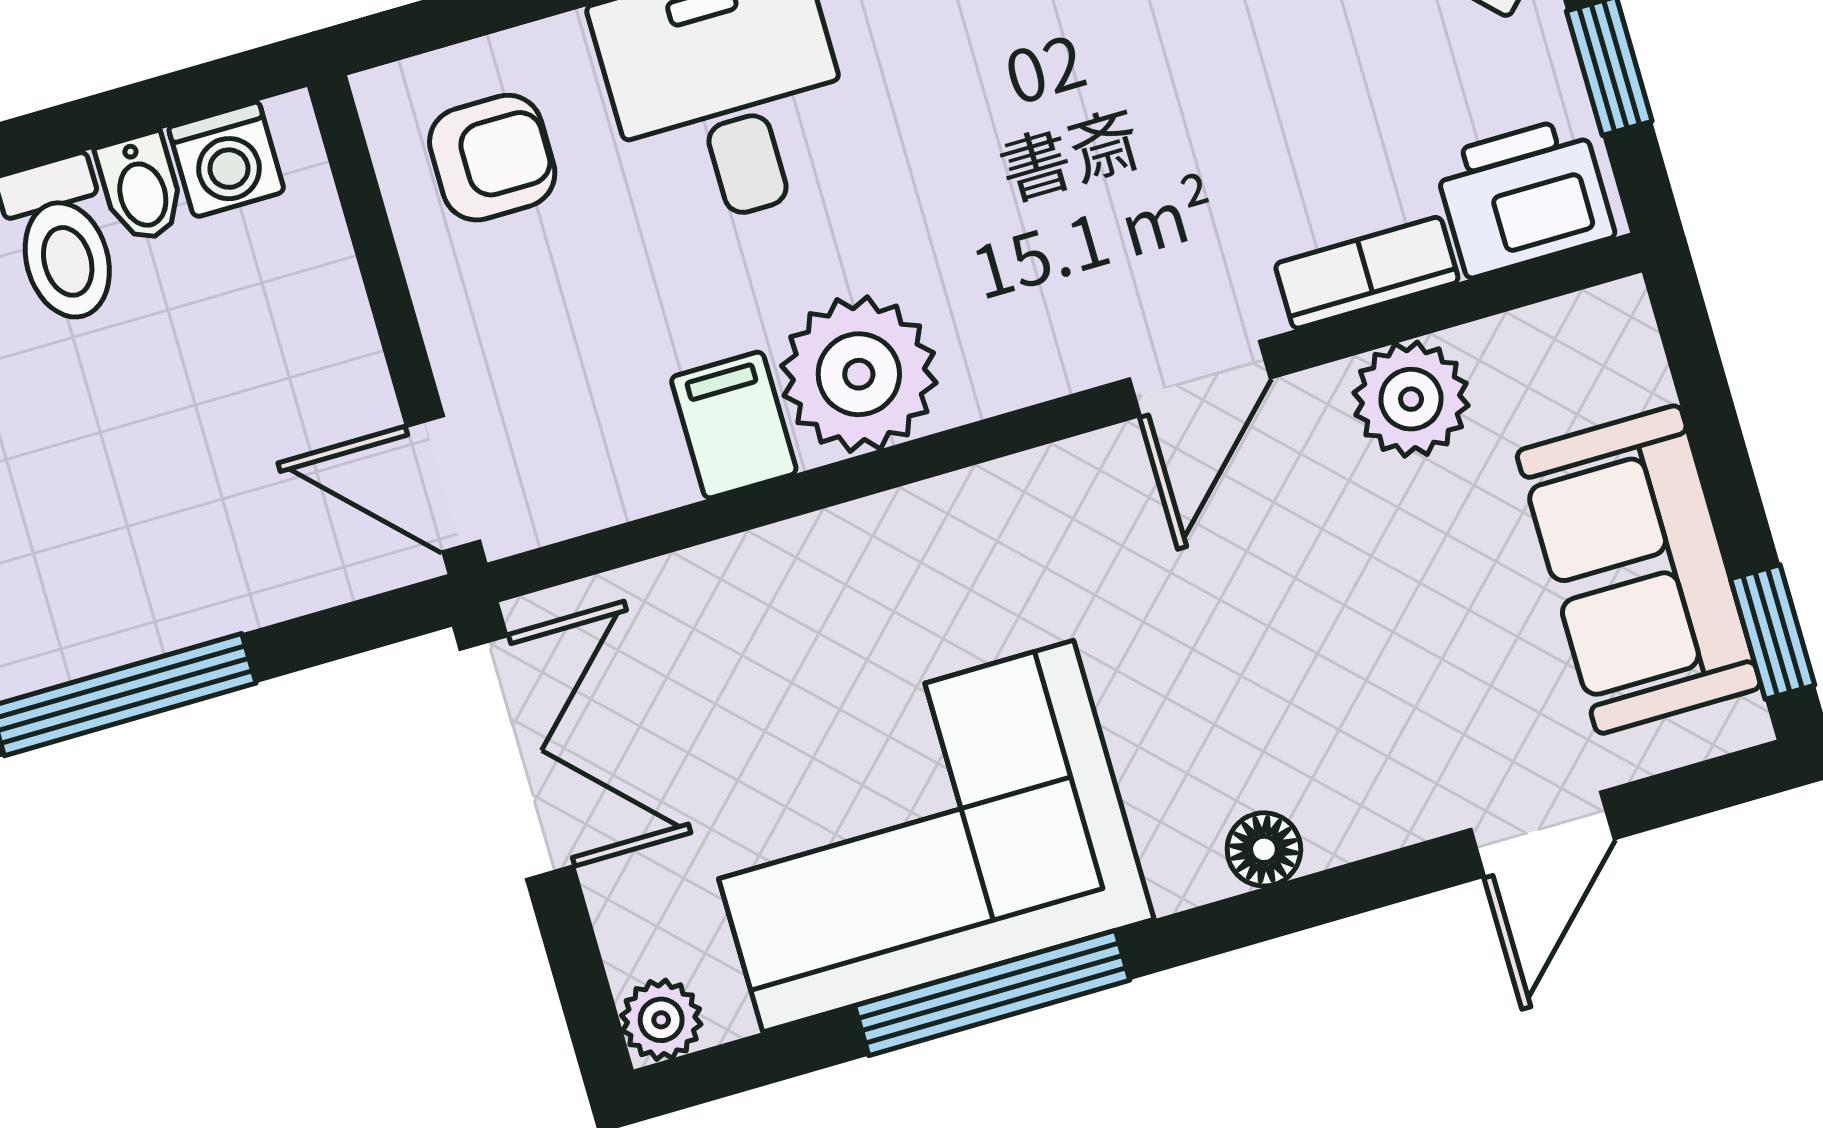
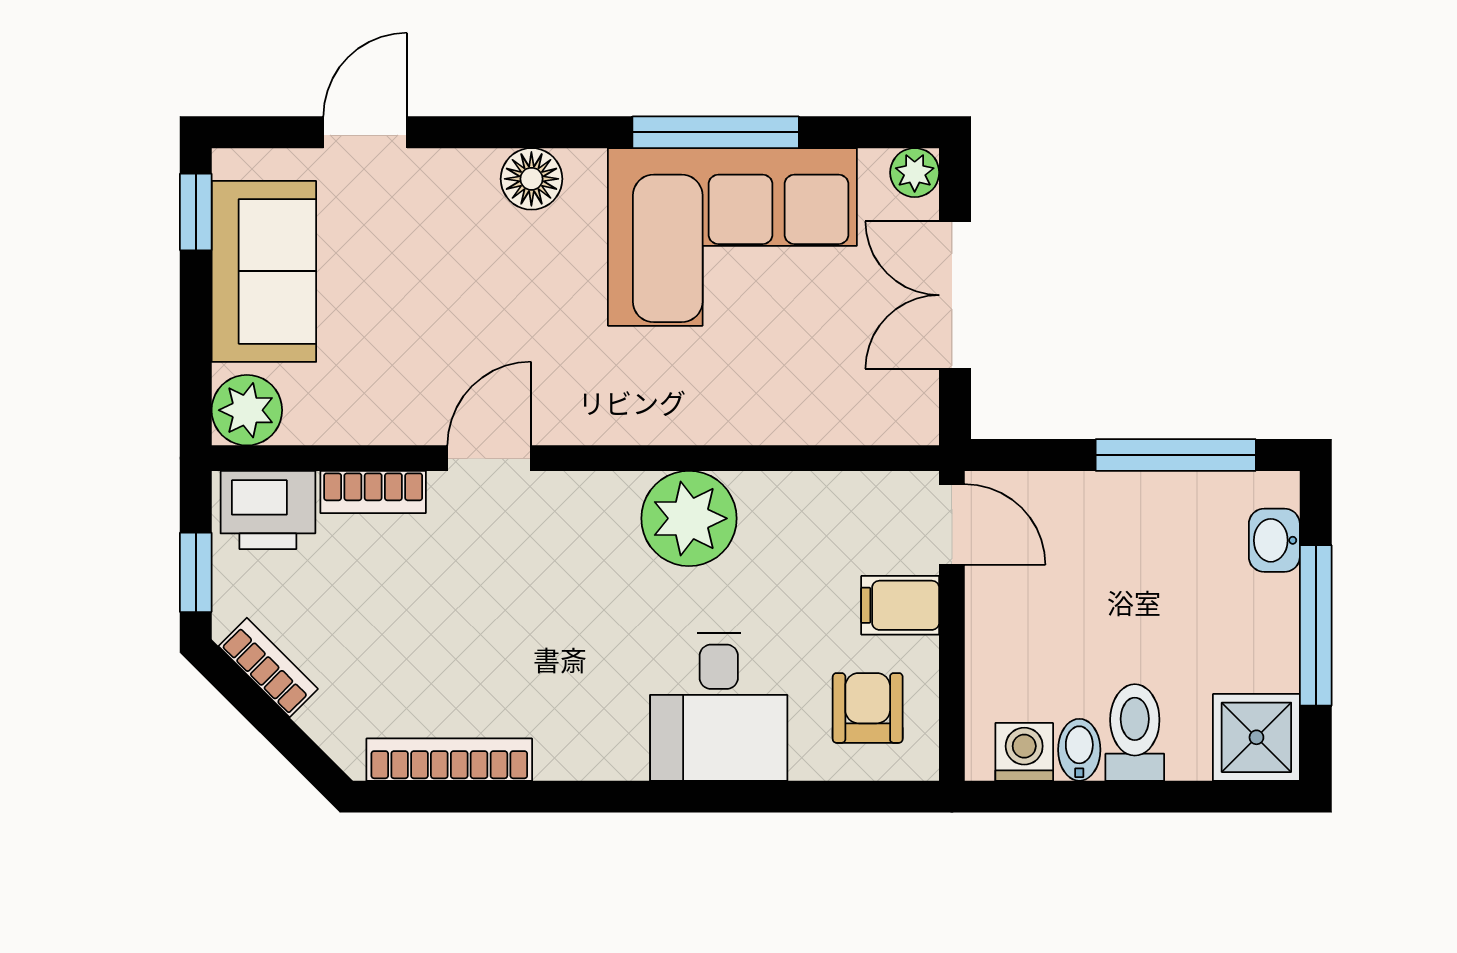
armchair: (492, 158) -> (868, 708), turned 90
plant: (1411, 399) -> (247, 410), moved
filing cabinet: (734, 425) -> (900, 605), moved, turned 90
double door: (517, 758) -> (955, 295), moved
floor lamp: (1264, 849) -> (531, 179), width x1.37, depth x1.37

